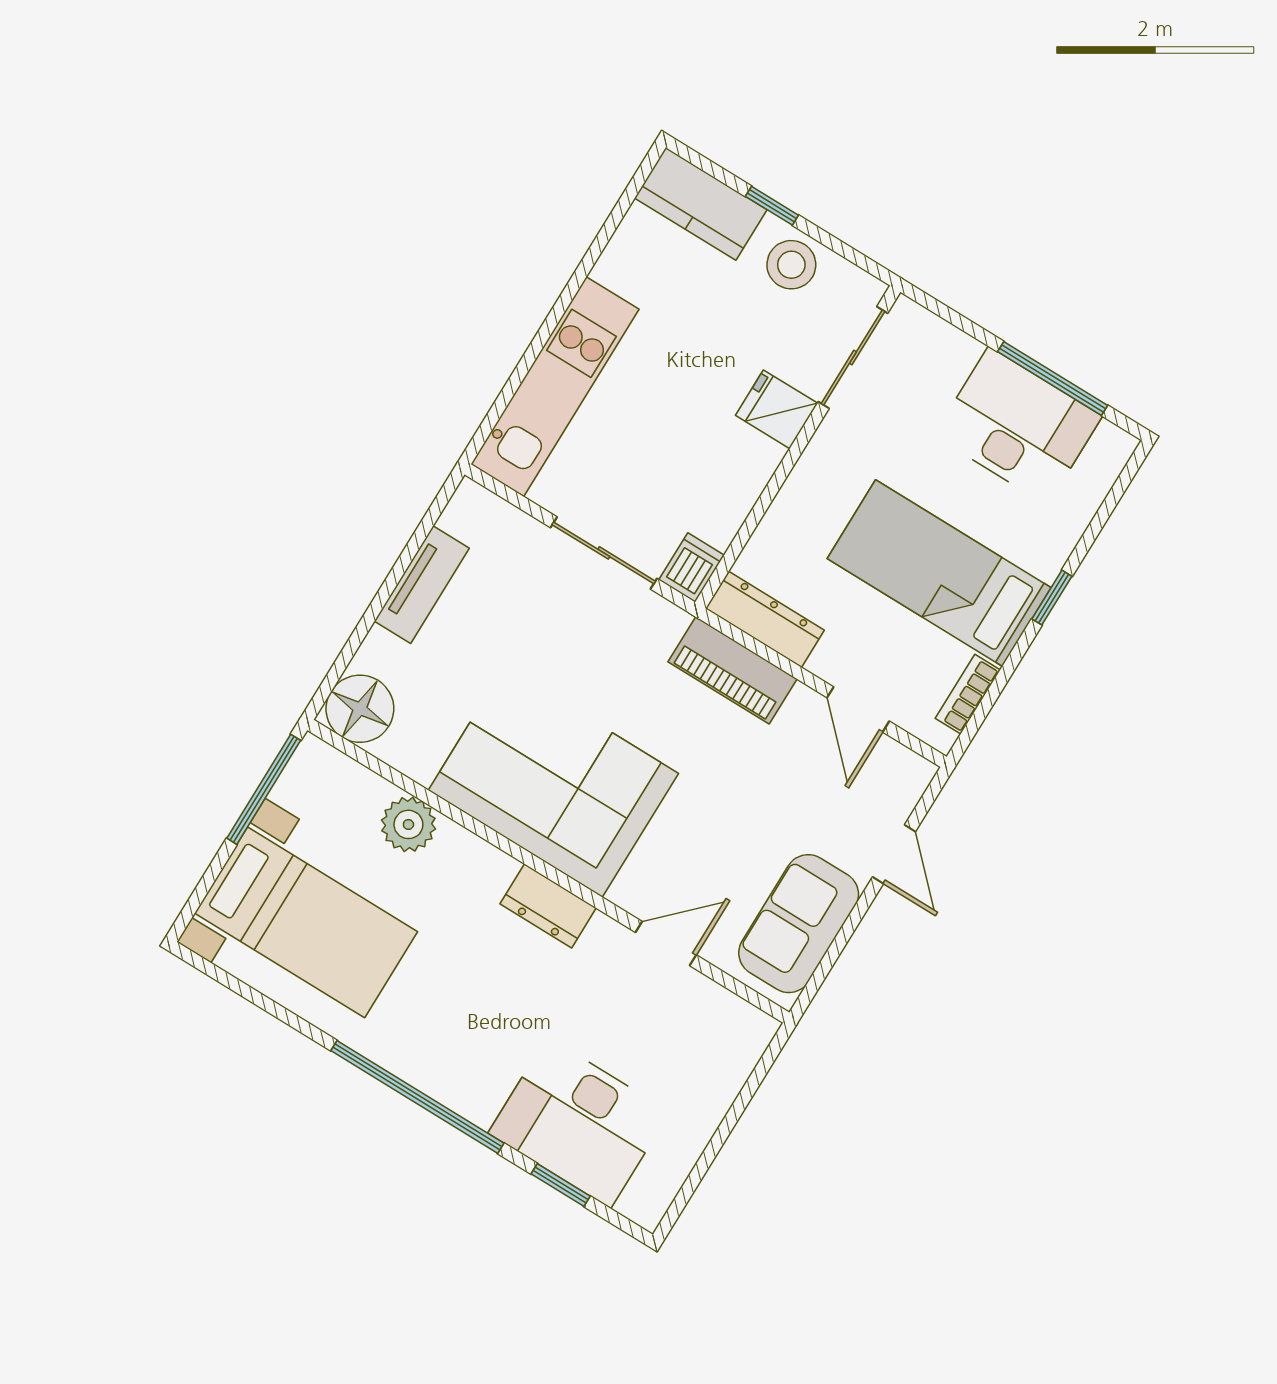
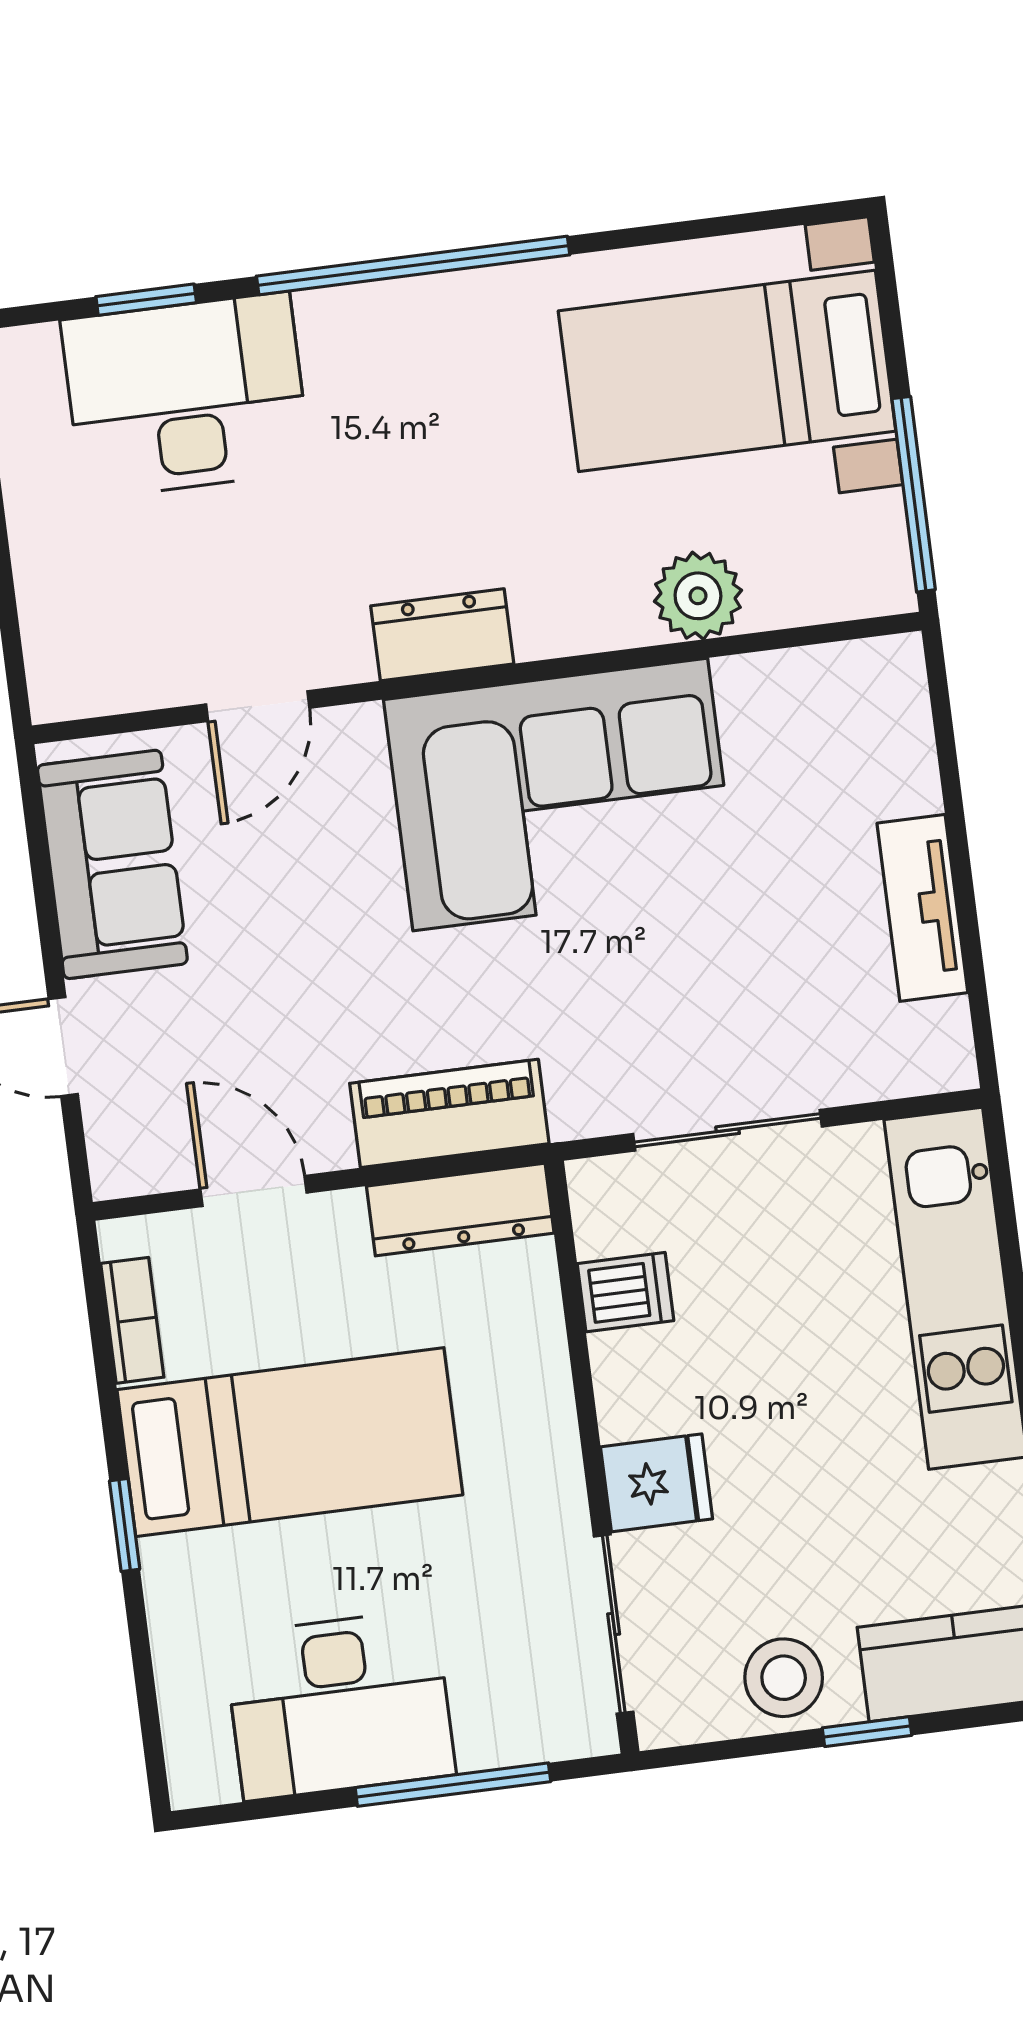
window: (1053, 378) -> (453, 1785), moved
dishwasher: (692, 567) -> (625, 1292), moved, turned -90
floor lamp: (360, 709) -> (875, 691), removed

